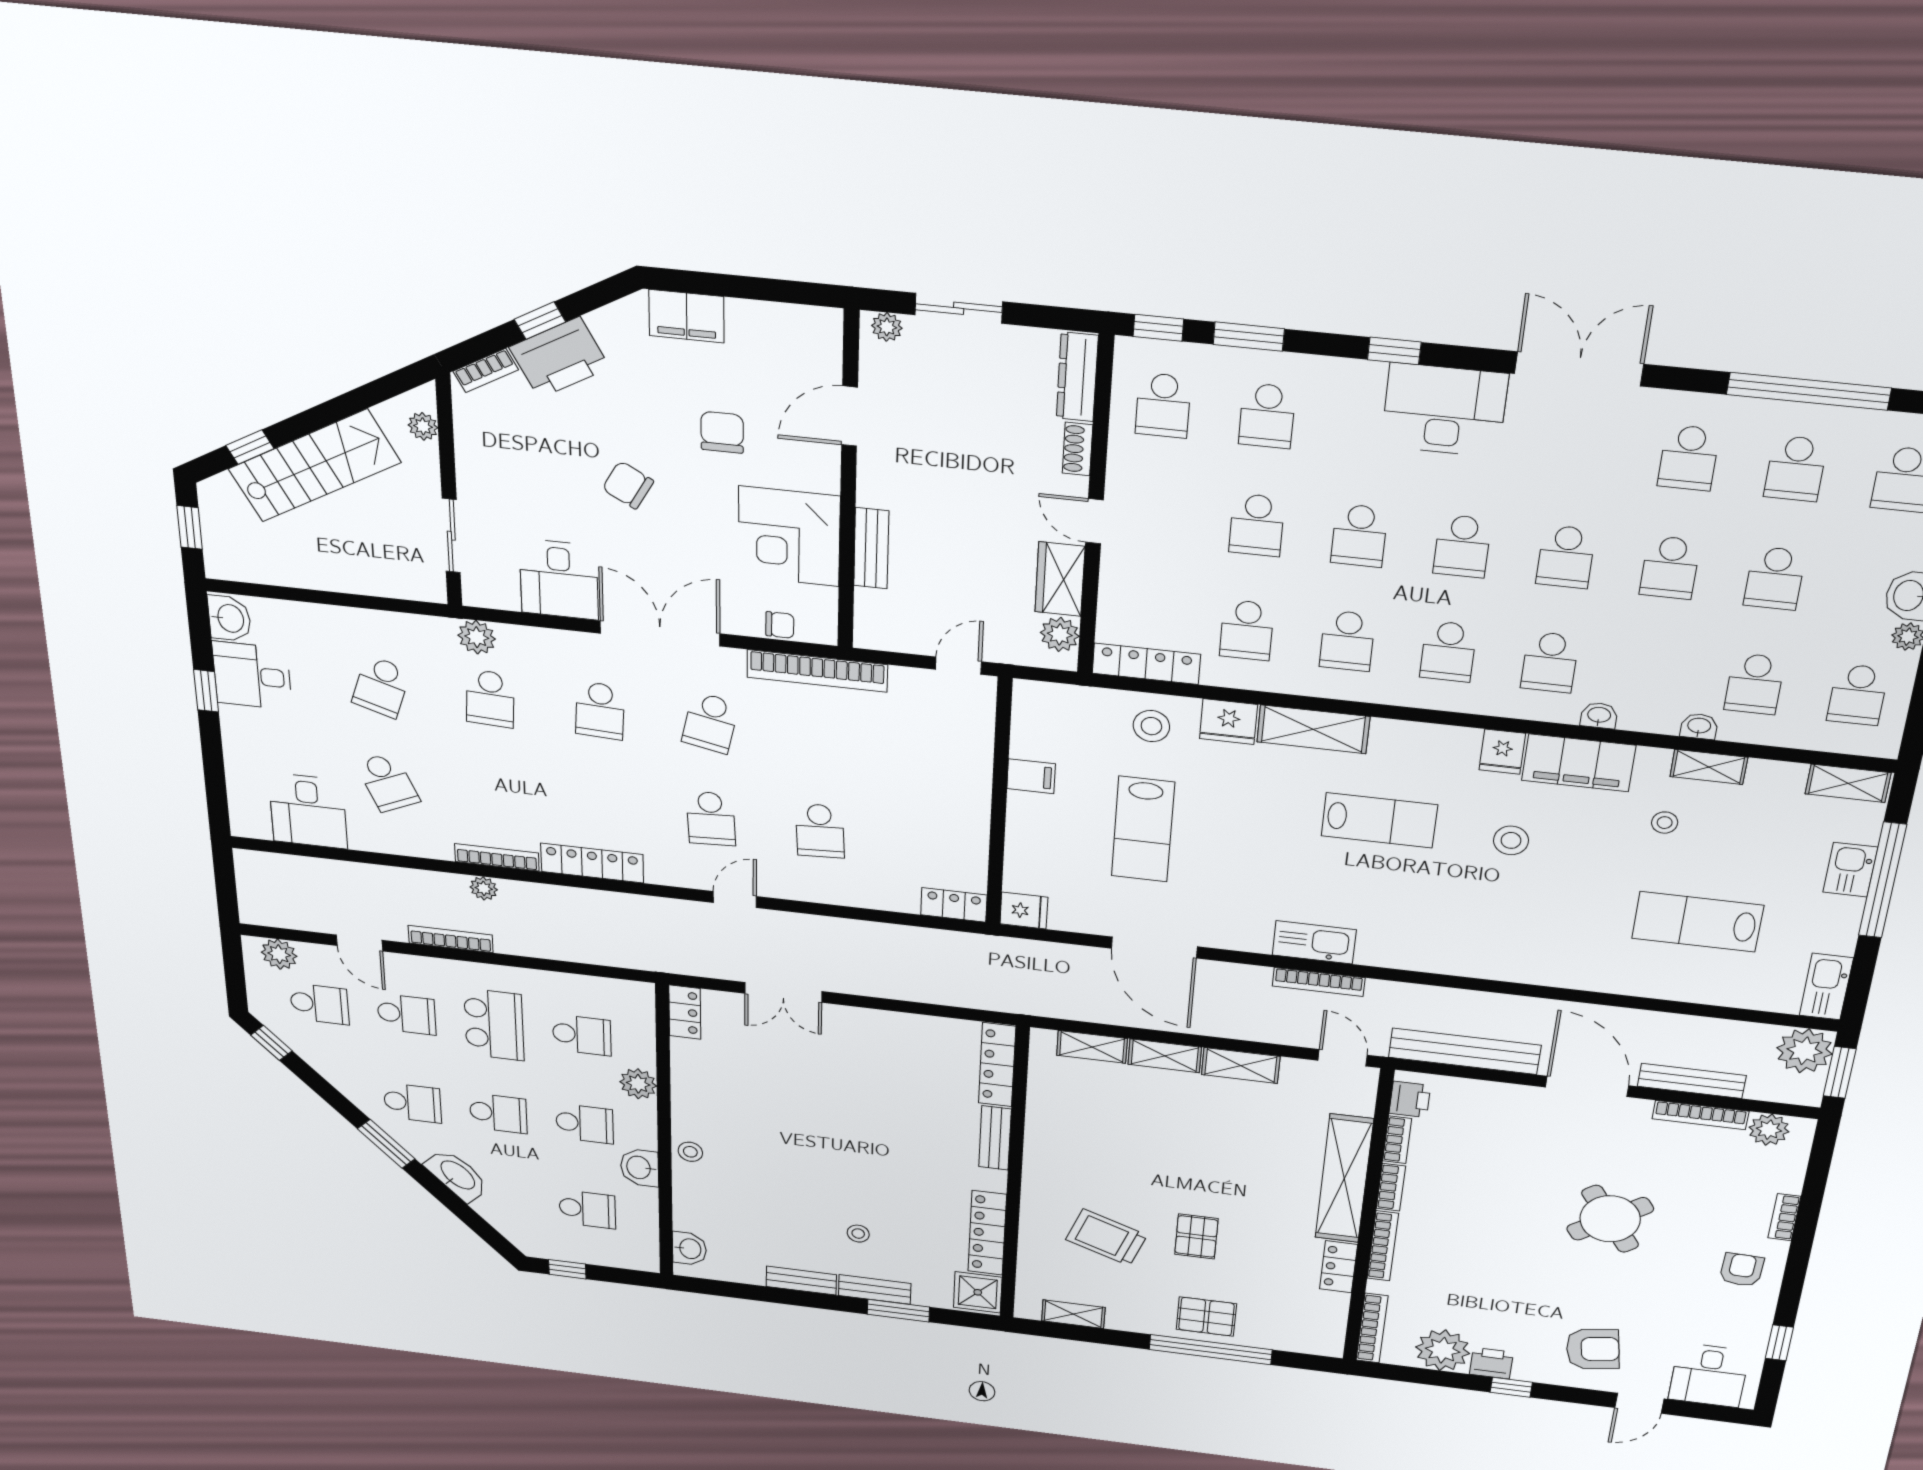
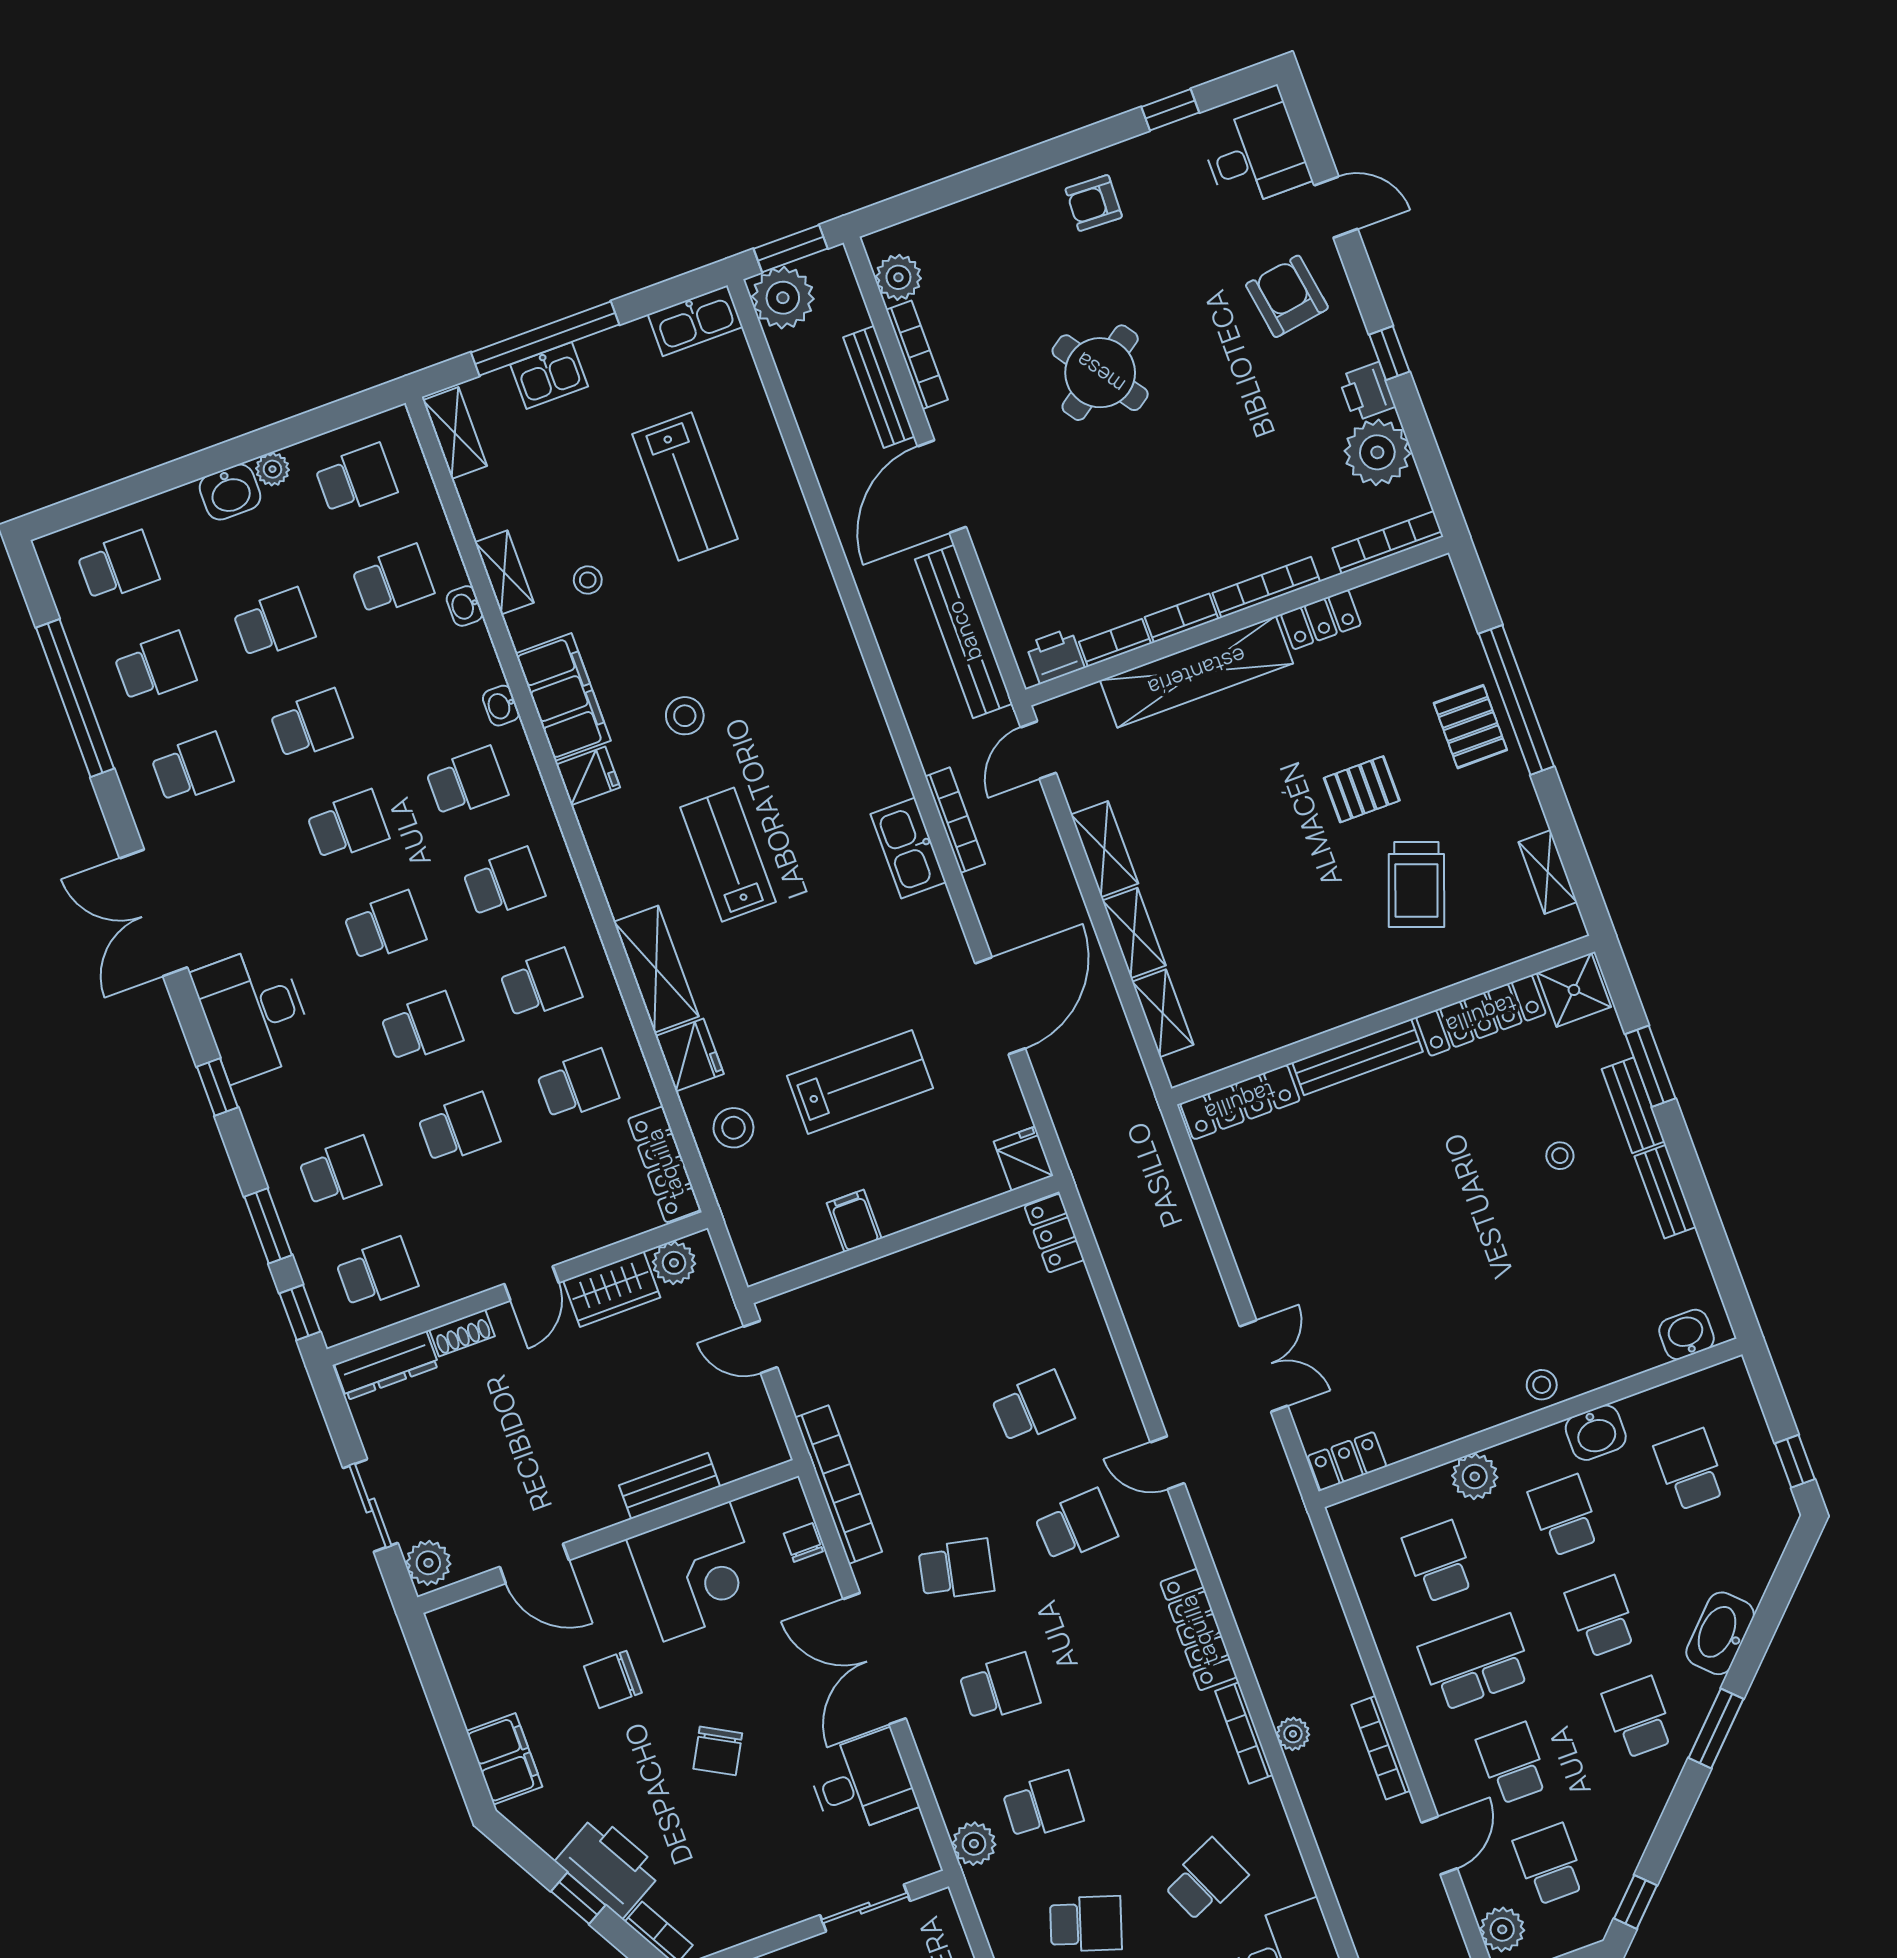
plant: (887, 327) -> (428, 1563), width x1.38, depth x1.38
bench: (995, 1138) -> (1358, 1057), width x1.36
bookcase: (1784, 1217) -> (1001, 199), removed

